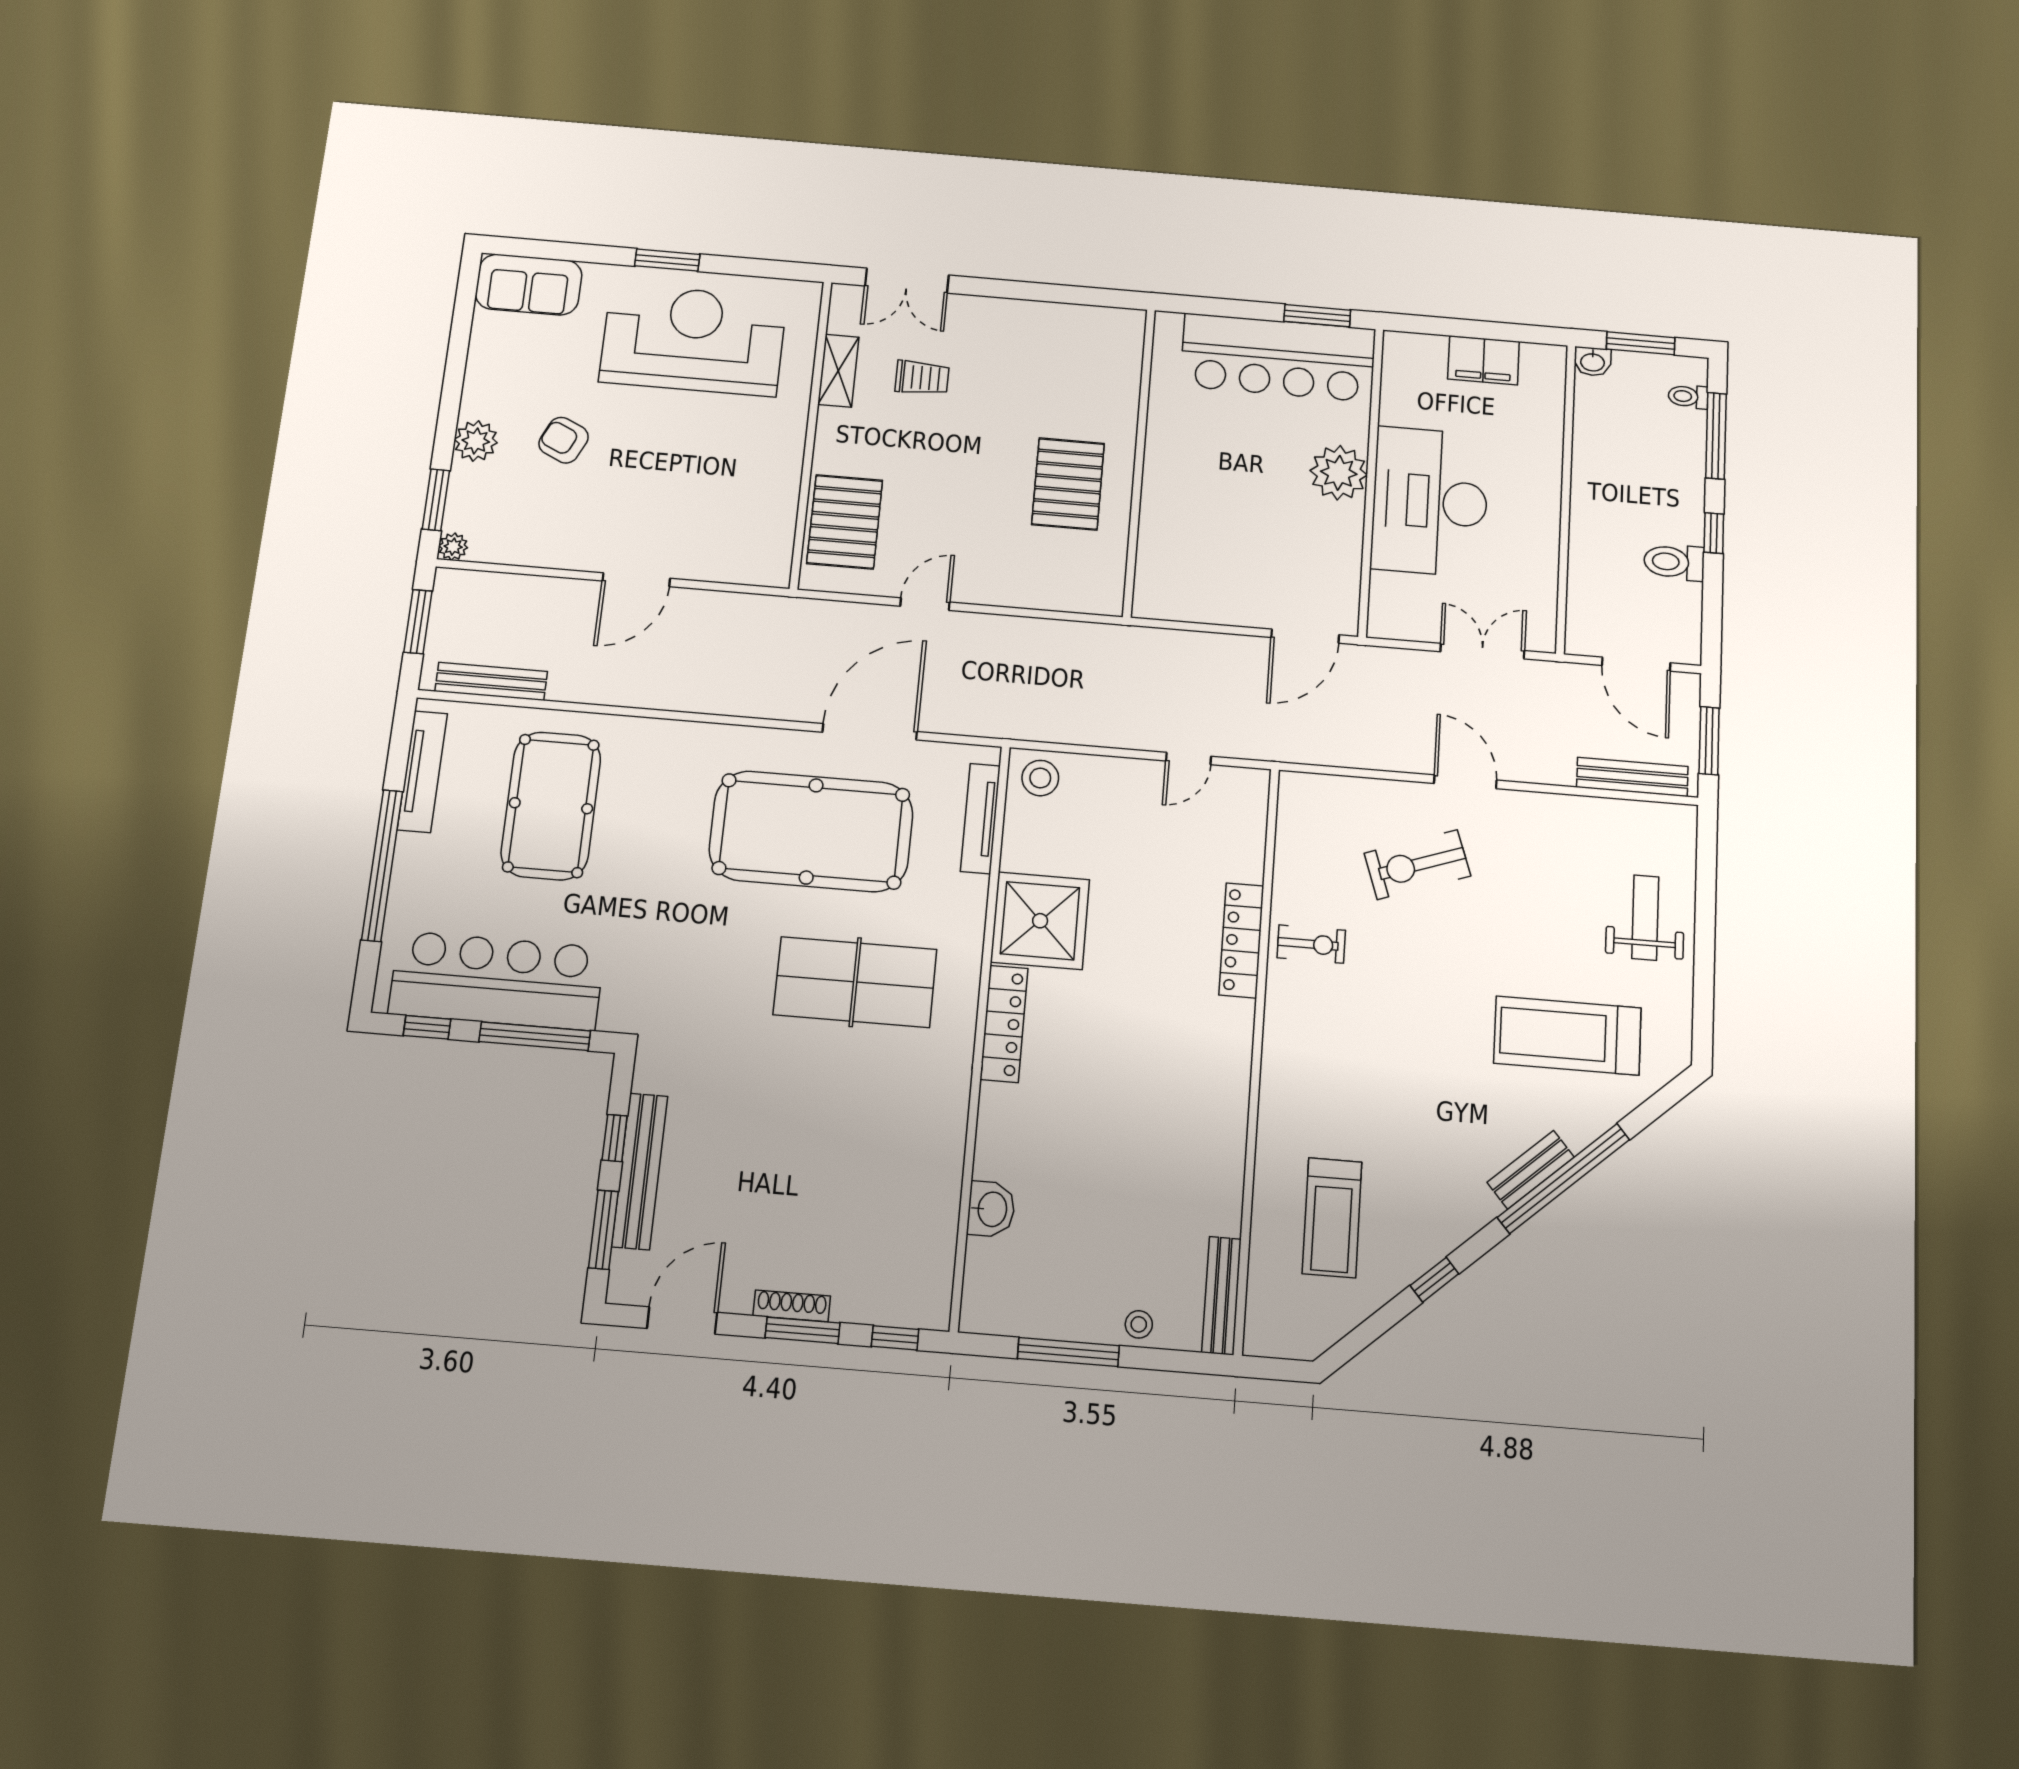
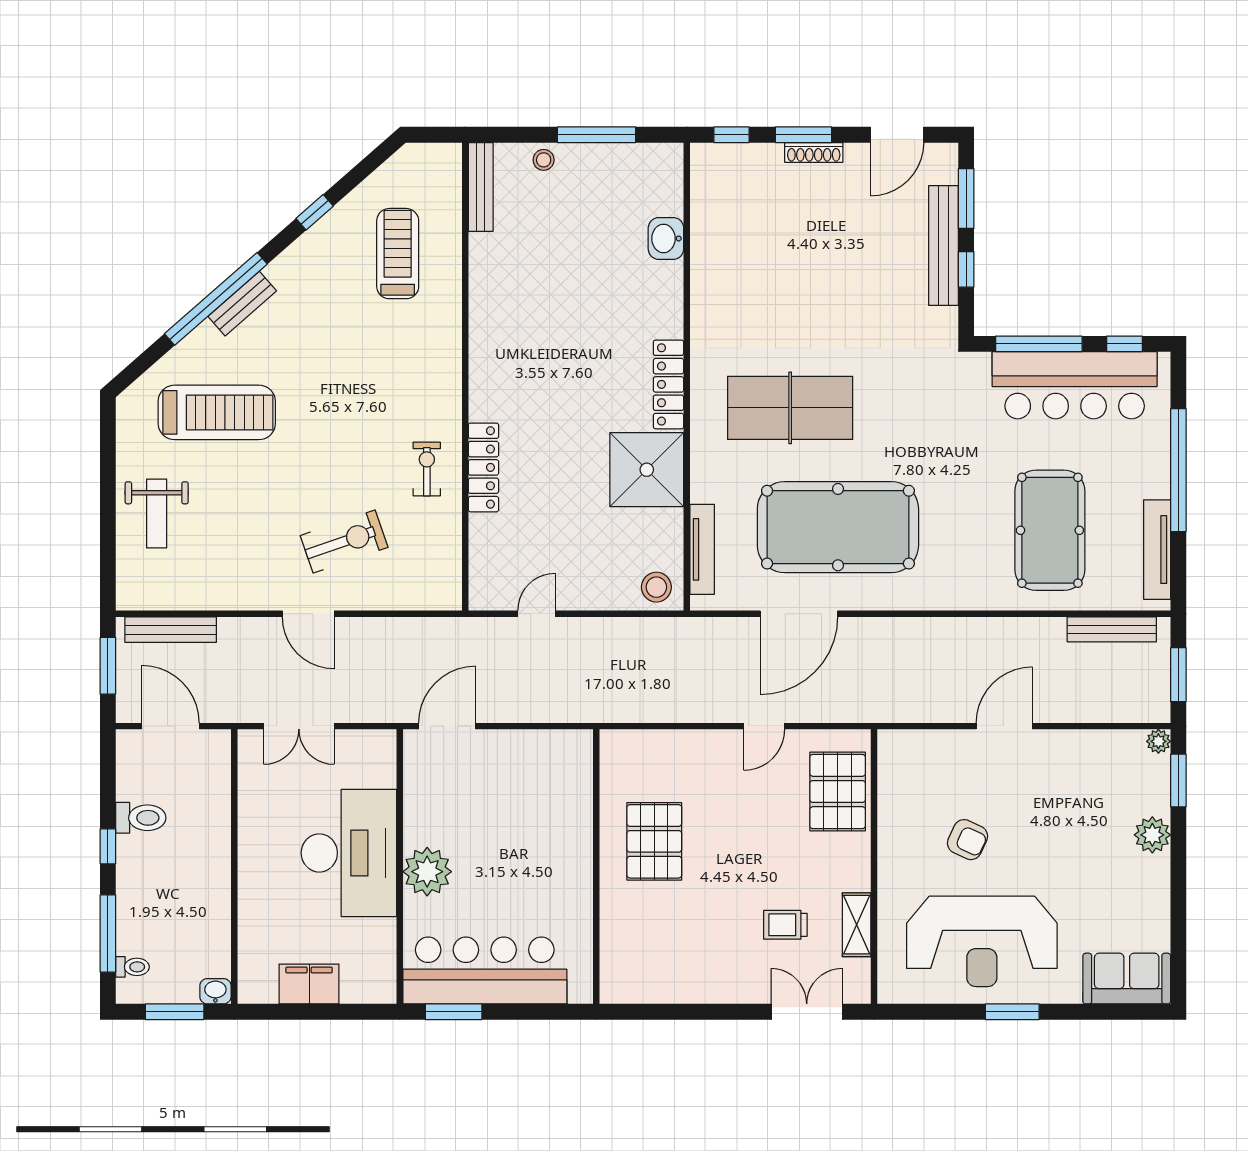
armchair: (564, 440) -> (967, 840), moved
exercise bike: (1311, 944) -> (427, 469), turned 90

